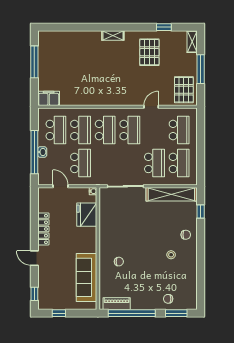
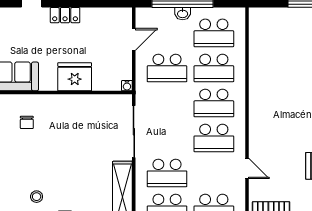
filing cabinet: (49, 98) -> (259, 23), removed
fridge: (87, 215) -> (75, 77), moved
locker: (43, 229) -> (65, 15), width x0.66

